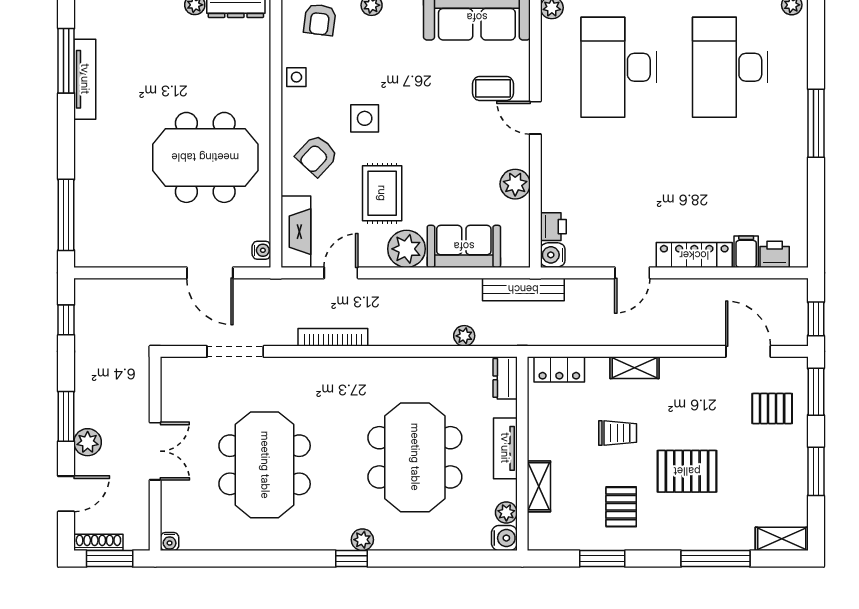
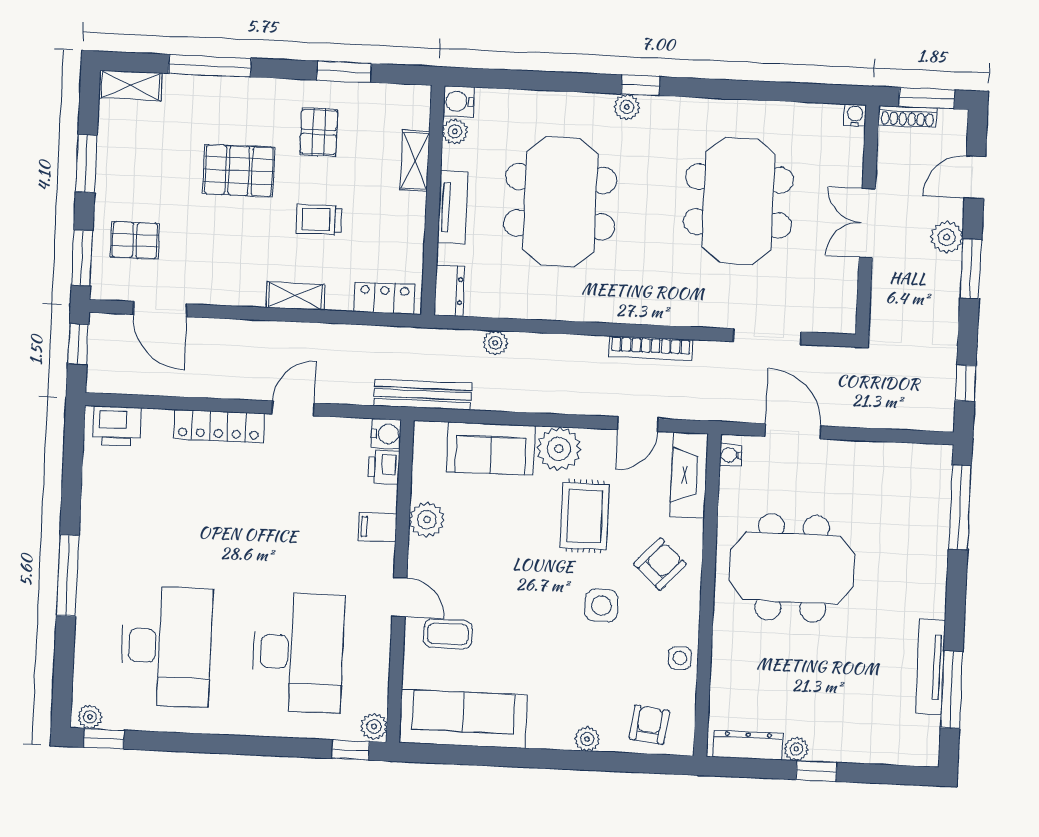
filing cabinet: (746, 252) -> (377, 527), moved, turned 90
printer: (775, 254) -> (117, 426), width x1.36, depth x1.24
shoe rack: (98, 542) -> (907, 117), moved

